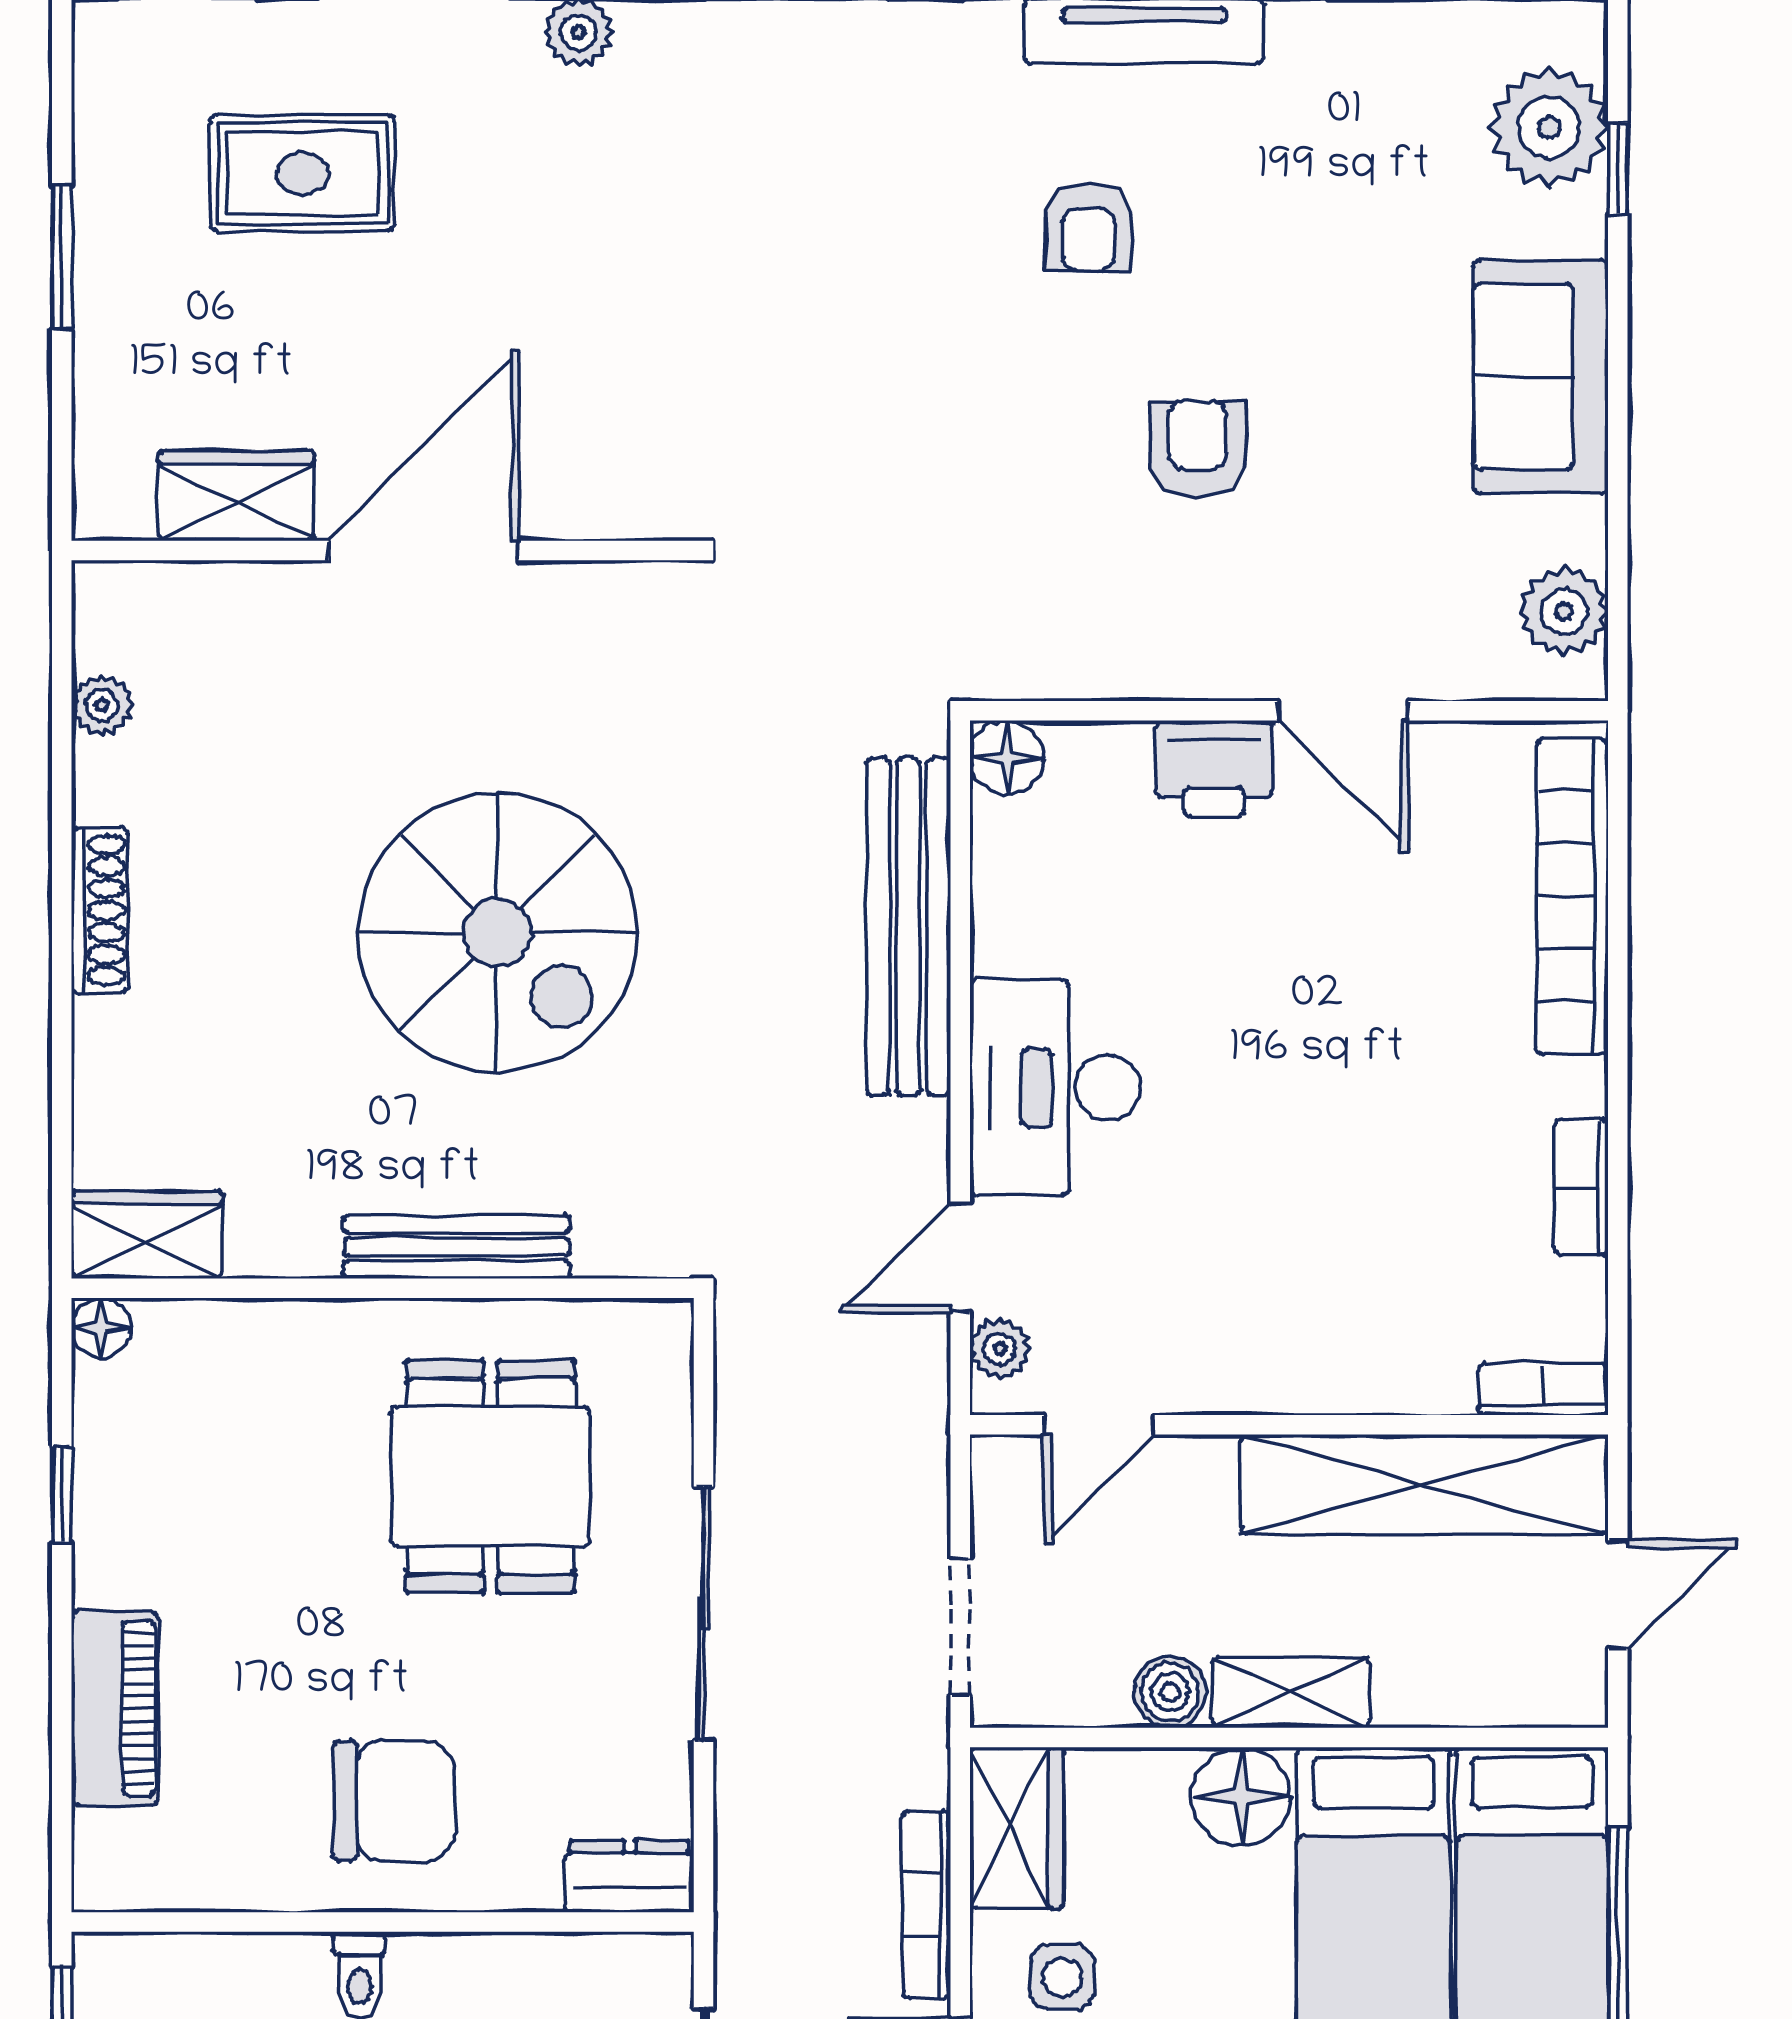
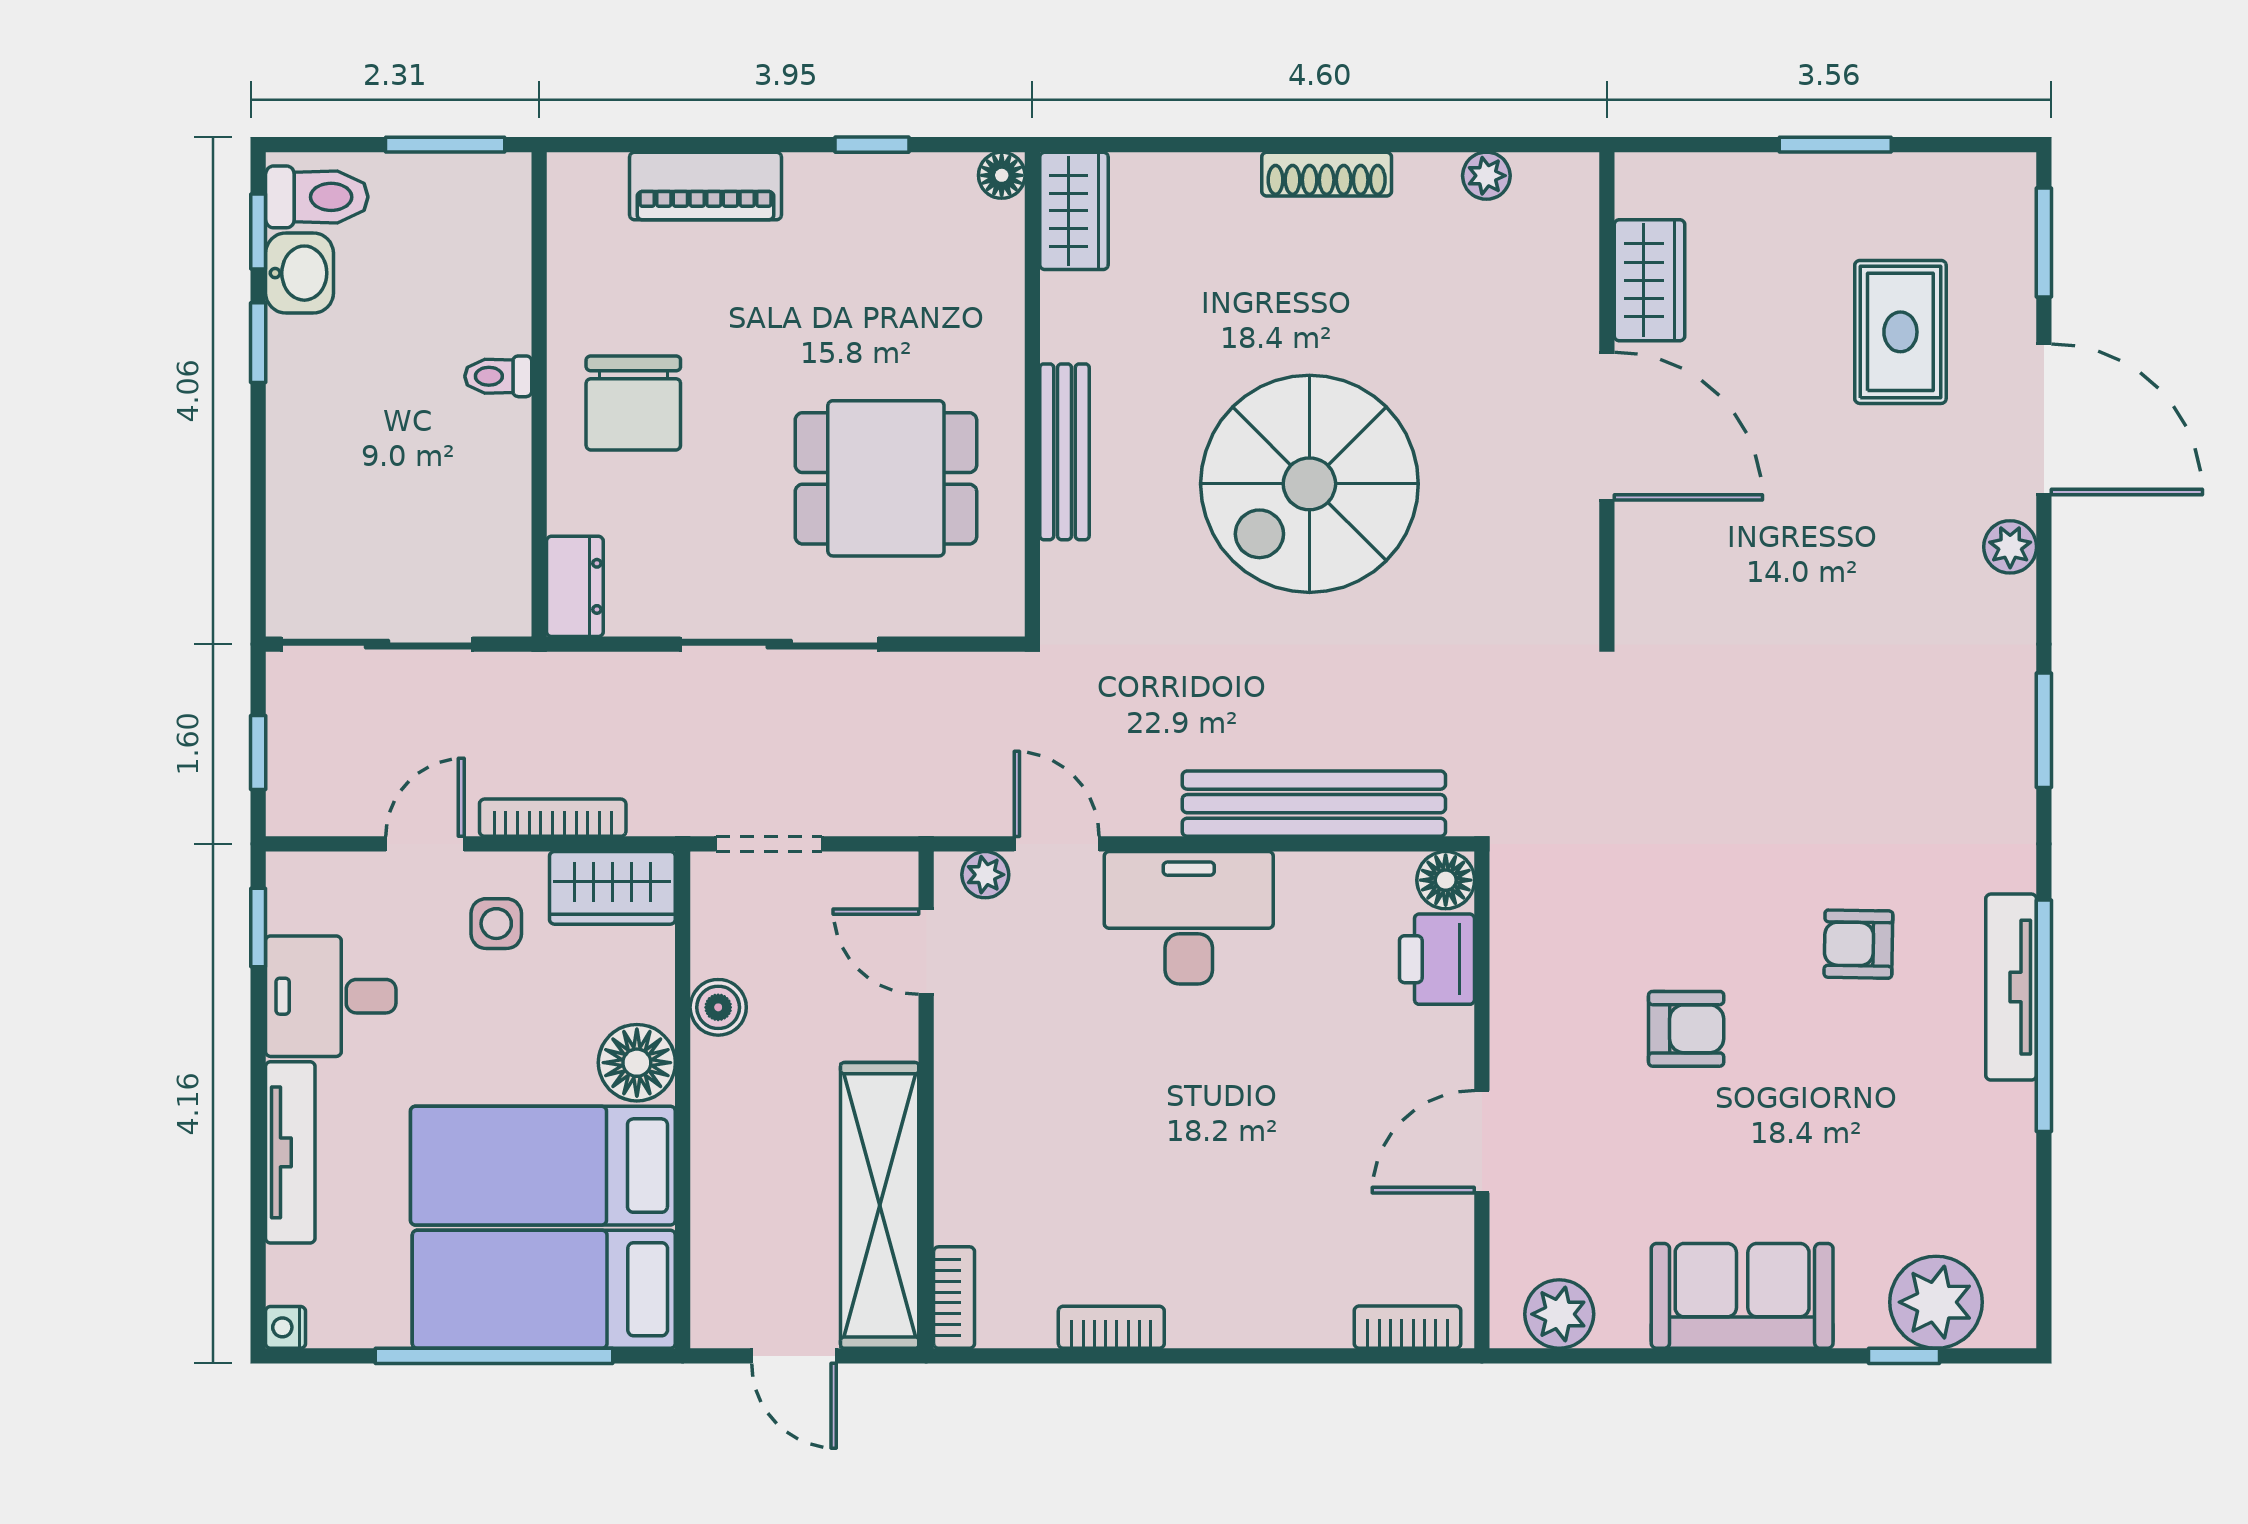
printer: (1214, 769) -> (1437, 959), moved
bookcase: (1572, 896) -> (1408, 1327), width x0.43, depth x0.76
shelving: (1291, 1693) -> (718, 1101), removed

